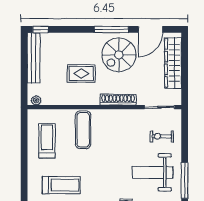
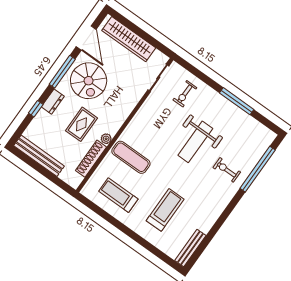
window: (40, 29) -> (36, 109), moved
dresser: (83, 39) -> (53, 102), added
plant: (36, 100) -> (106, 139), moved
shoe rack: (118, 100) -> (91, 159), moved
weight bench: (153, 172) -> (195, 142), moved

